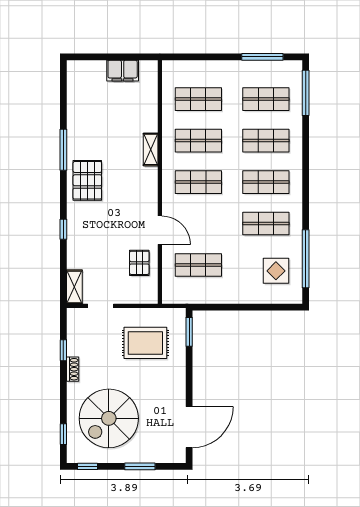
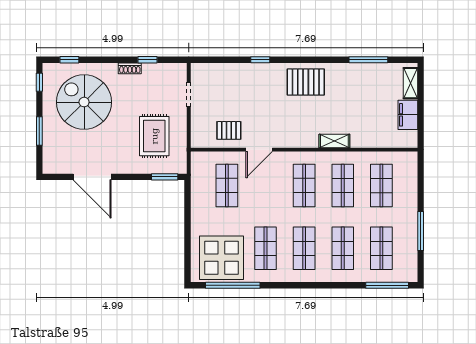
window: (262, 57) -> (421, 231), moved
window: (63, 150) -> (368, 60), moved
display table: (276, 271) -> (221, 258), width x1.86, depth x1.86
shelving: (74, 287) -> (410, 83), moved, turned 90
door: (189, 427) -> (92, 177), moved

